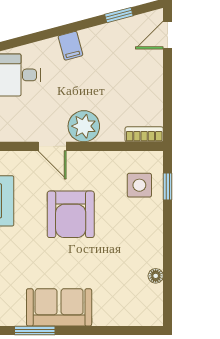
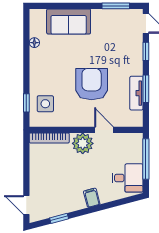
door: (168, 35) -> (26, 205), swing flipped
bookcase: (144, 134) -> (49, 138), width x1.56
sofa: (59, 307) -> (69, 21), moved

